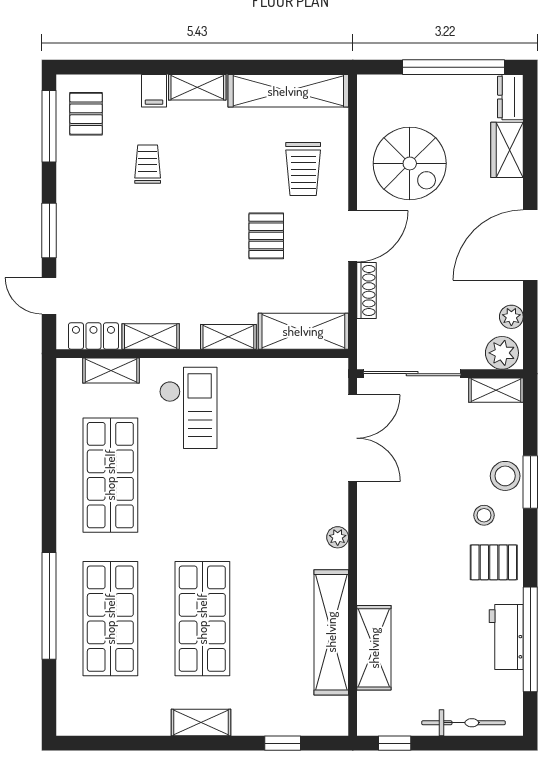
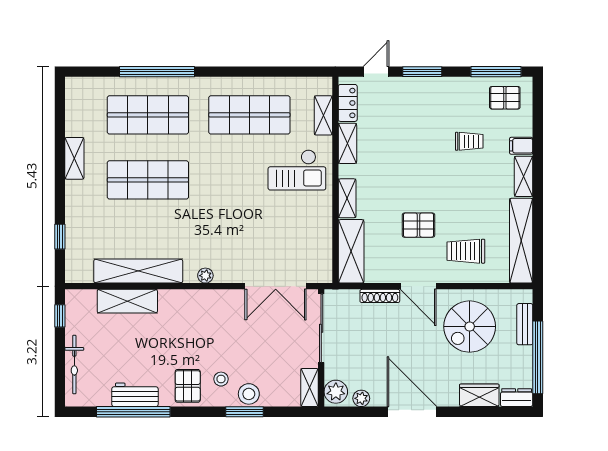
bench: (406, 86) -> (525, 324), added
shelving: (201, 723) -> (74, 158), moved

